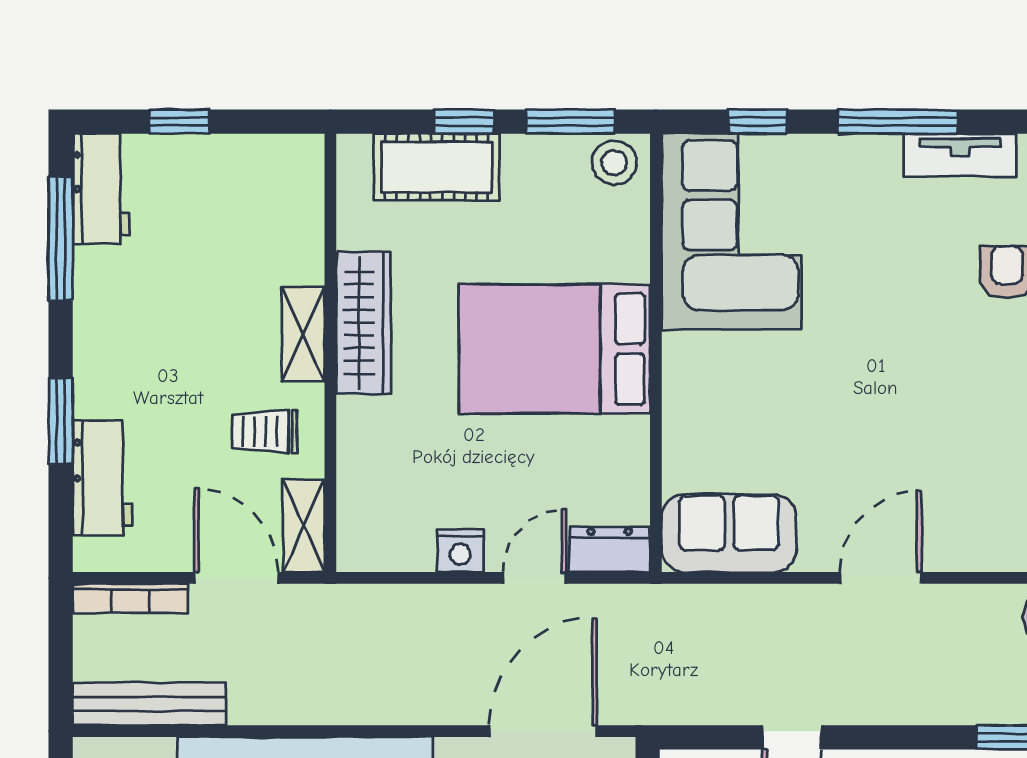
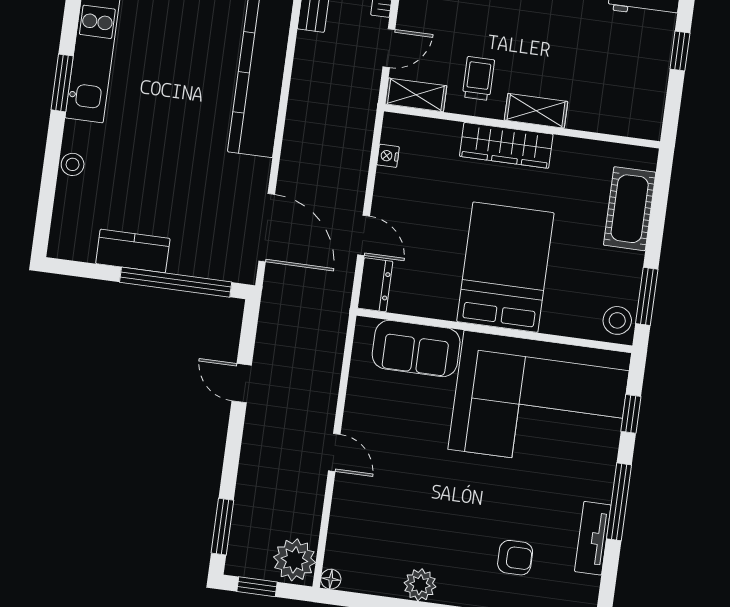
window: (464, 122) -> (656, 230), removed
corner sofa: (731, 232) -> (540, 401), width x1.36, depth x1.36
wardrobe: (363, 323) -> (506, 145), moved
sofa: (729, 533) -> (416, 348), moved, turned 90
nightstand: (460, 551) -> (388, 156), moved, width x0.72, depth x0.74
door: (236, 578) -> (389, 48), width x0.73
door: (881, 578) -> (334, 452), width x0.73

